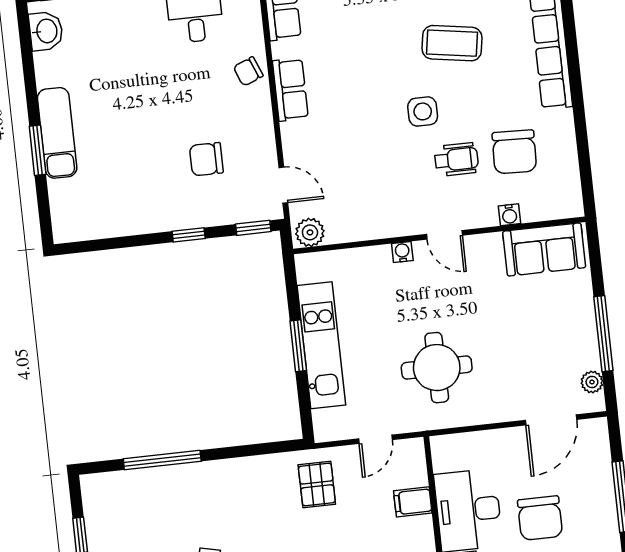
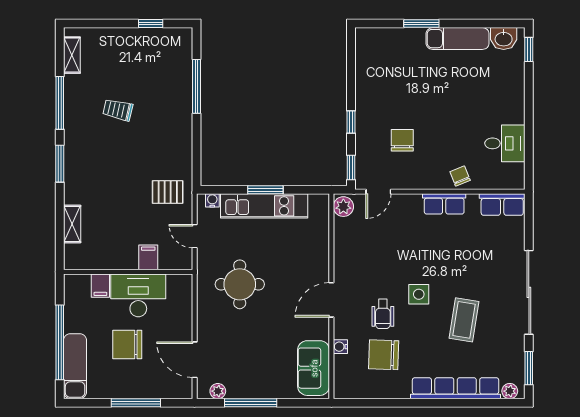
exam couch: (57, 133) -> (458, 39), moved
door: (444, 235) -> (331, 300), width x1.38
water cooler: (402, 252) -> (212, 200), moved, turned -90

